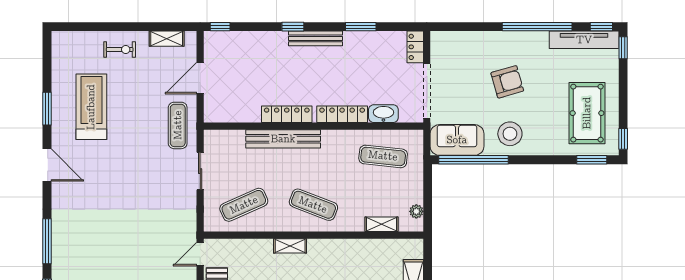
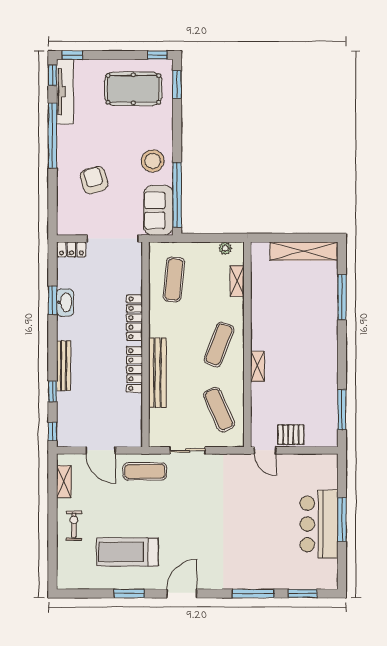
window: (293, 27) -> (53, 391), moved
bench: (316, 38) -> (64, 366), moved
armchair: (507, 82) -> (94, 180), moved
washbasin: (383, 114) -> (65, 302), moved, turned 180

